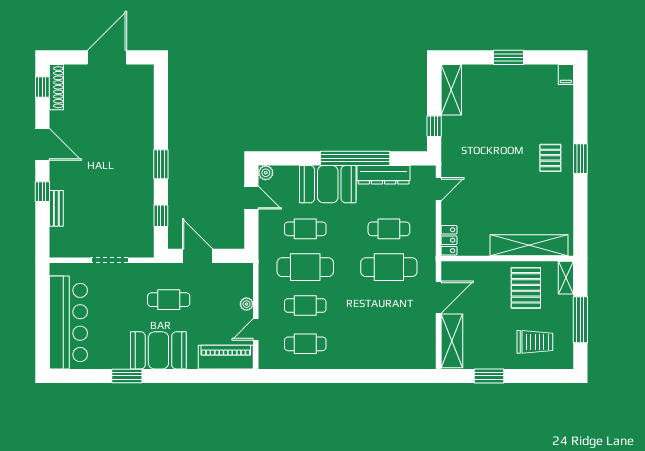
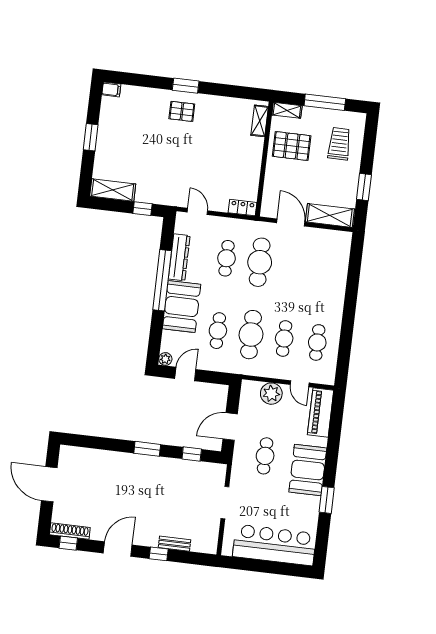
shelving: (529, 245) -> (260, 121), width x0.45, depth x0.75
plant: (246, 304) -> (271, 394), width x1.87, depth x1.87

